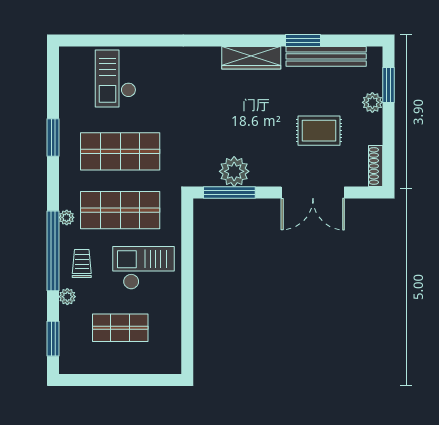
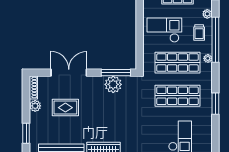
plant: (372, 102) -> (35, 106), moved
checkout: (143, 268) -> (164, 30), turned 180

